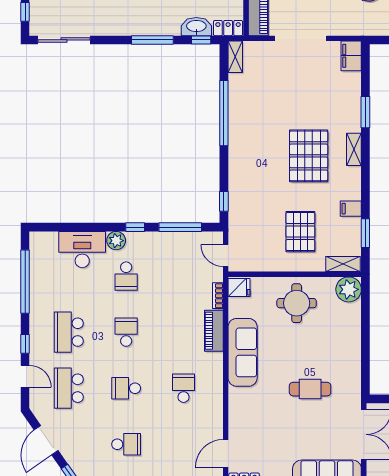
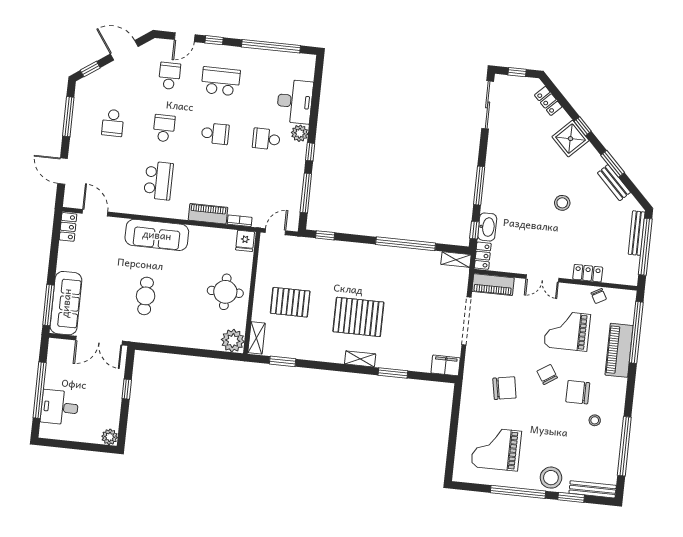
filing cabinet: (351, 209) -> (306, 350), removed
sofa: (243, 352) -> (157, 235), moved
school desk: (69, 388) -> (169, 76), width x0.54
school desk: (183, 388) -> (158, 181), width x1.85

